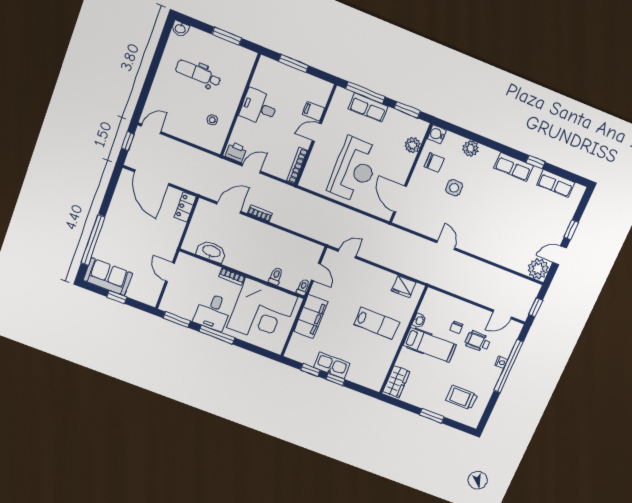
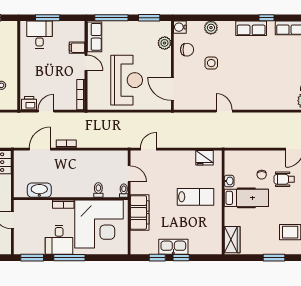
desk: (259, 107) -> (40, 35), moved, turned 90
row of seats: (368, 108) -> (94, 37), moved, turned -90
door: (317, 132) -> (86, 63), swing flipped

